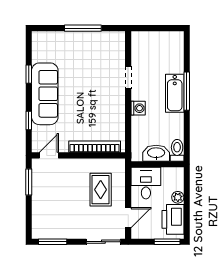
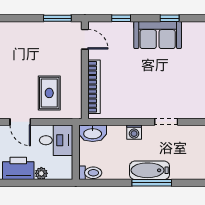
sofa: (45, 94) -> (158, 35), width x0.73
washbasin: (156, 153) -> (93, 133), moved, turned 90
rug: (101, 190) -> (49, 93), turned 90

